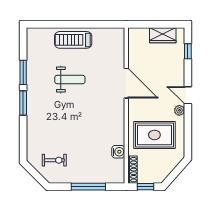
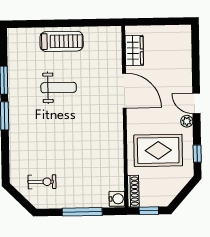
wardrobe: (163, 35) -> (134, 51), moved, turned -90
treadmill: (73, 40) -> (62, 41), turned 180
window: (188, 51) -> (197, 154), moved
water cooler: (118, 152) -> (117, 199), moved

